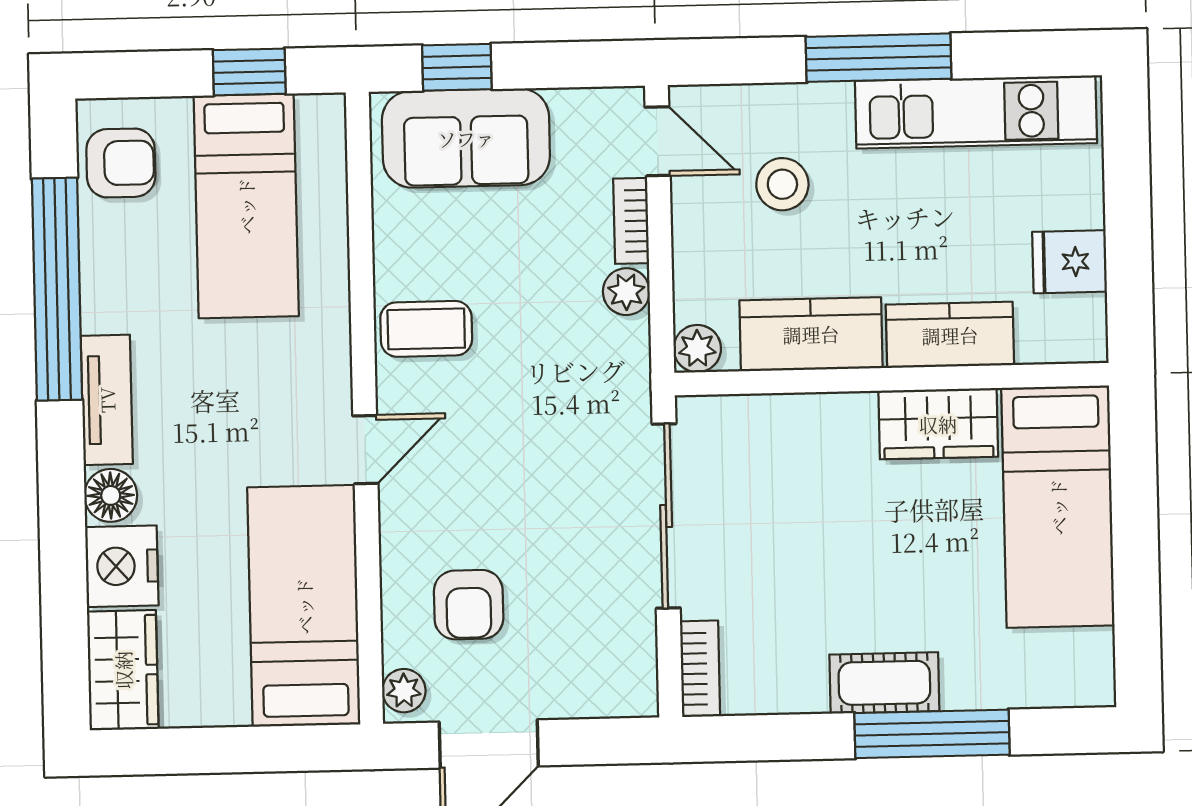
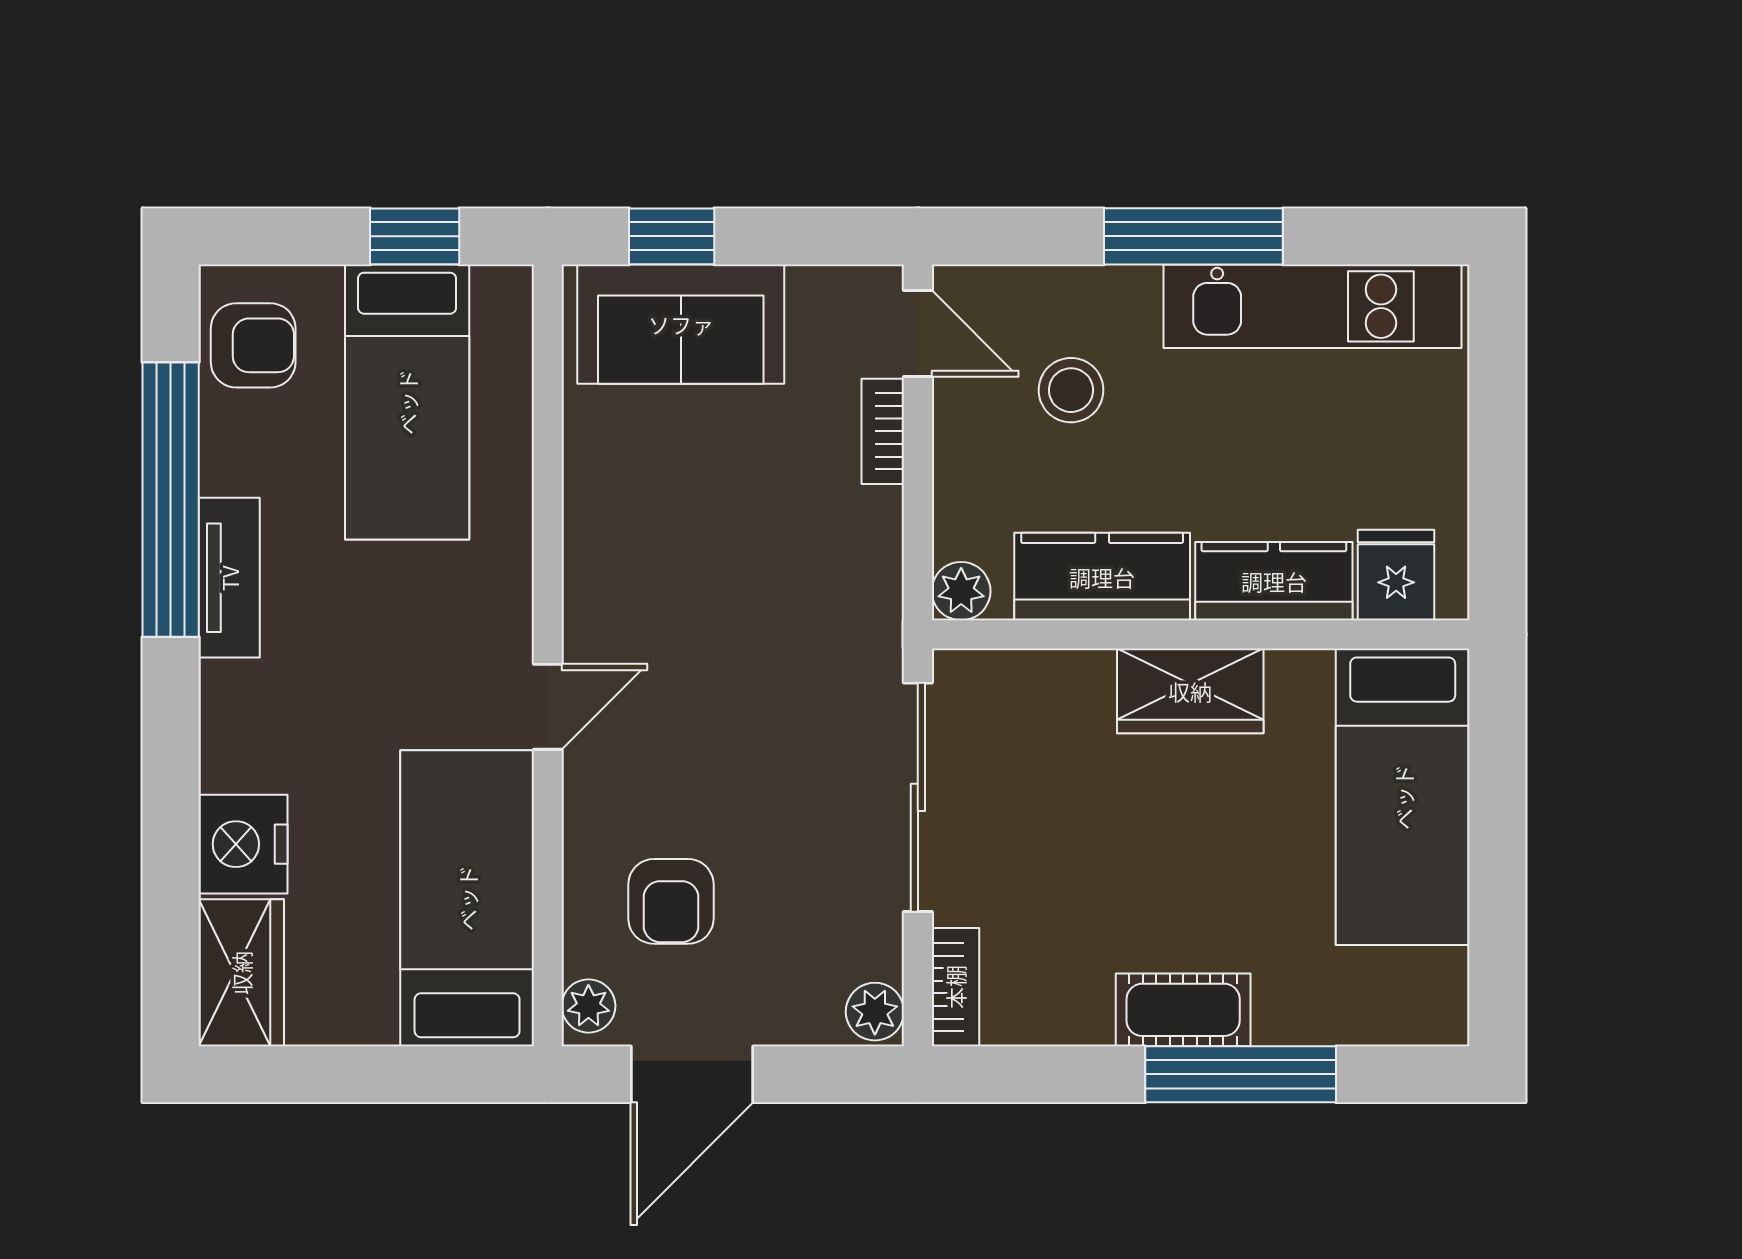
fridge: (1070, 262) -> (1396, 575), moved, turned 90
plant: (626, 292) -> (875, 1012), moved
coffee table: (426, 329) -> (626, 559), removed
tv unit: (107, 400) -> (229, 578), moved
wardrobe: (938, 424) -> (1190, 691), moved
floor lamp: (111, 495) -> (231, 756), removed

